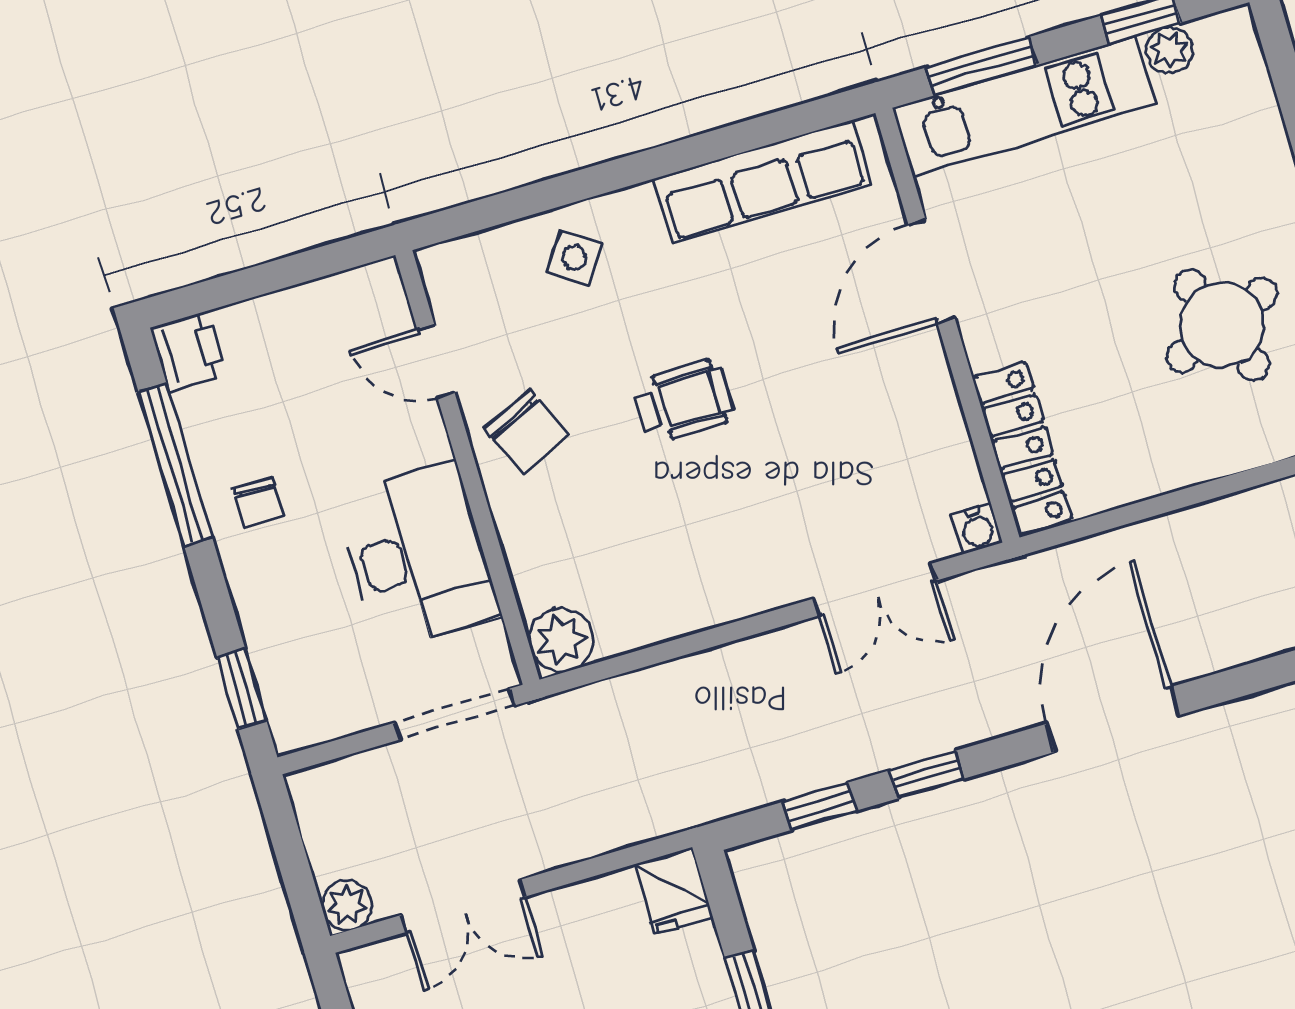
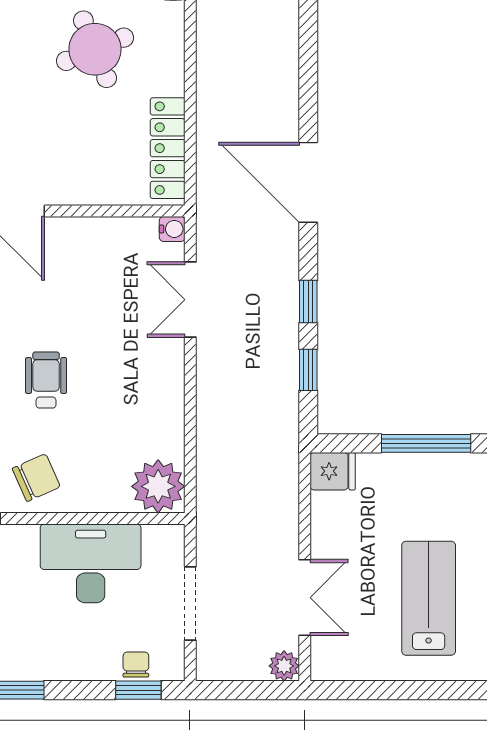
locker: (1022, 448) -> (168, 148), moved, turned -90
chair: (259, 502) -> (136, 665), moved, turned -90
double door: (875, 589) -> (190, 300), swing flipped
plant: (561, 640) -> (158, 486), width x1.36, depth x1.36
doorway: (455, 714) -> (190, 603), moved

